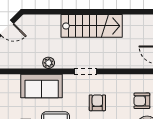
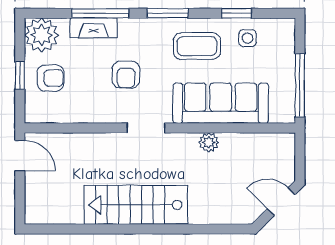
sofa: (42, 86) -> (221, 103), width x1.36

